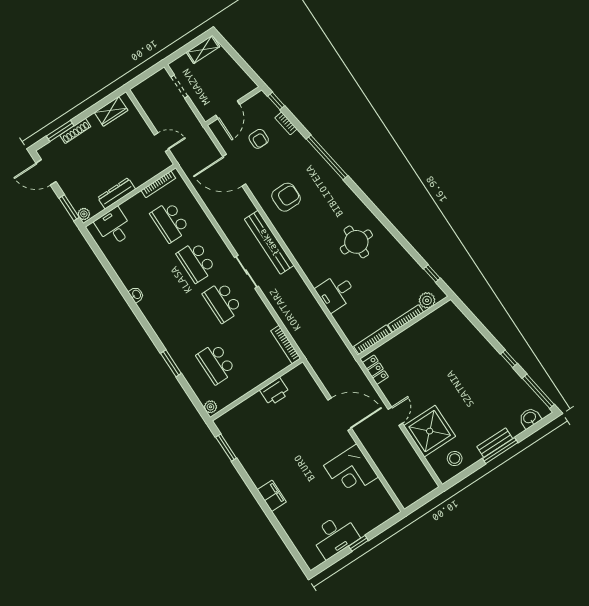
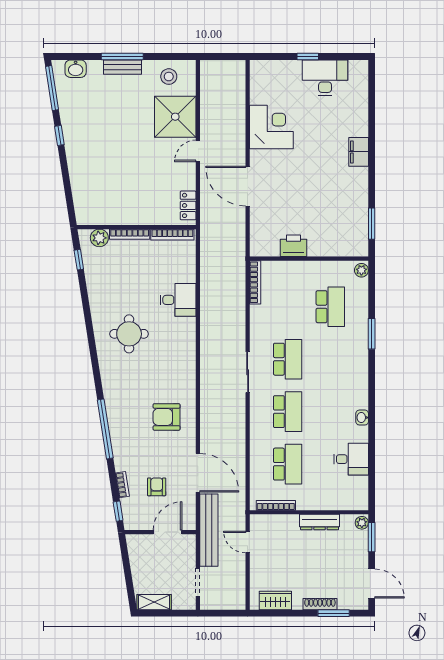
desk: (114, 227) -> (351, 459), moved, turned -90
bench: (269, 242) -> (209, 530), moved

